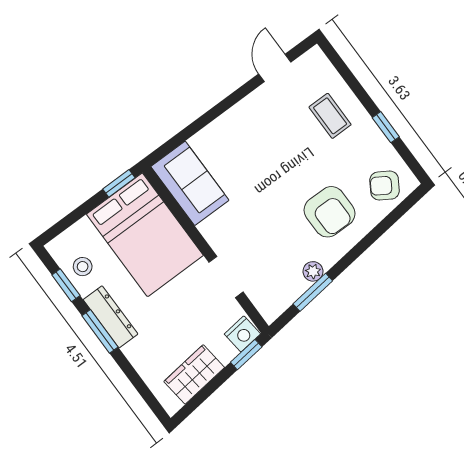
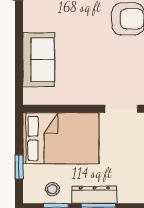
window: (119, 183) -> (19, 167), moved
sofa: (190, 183) -> (39, 60), moved, turned 90

